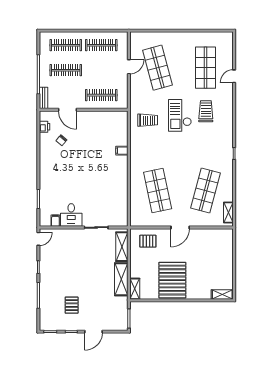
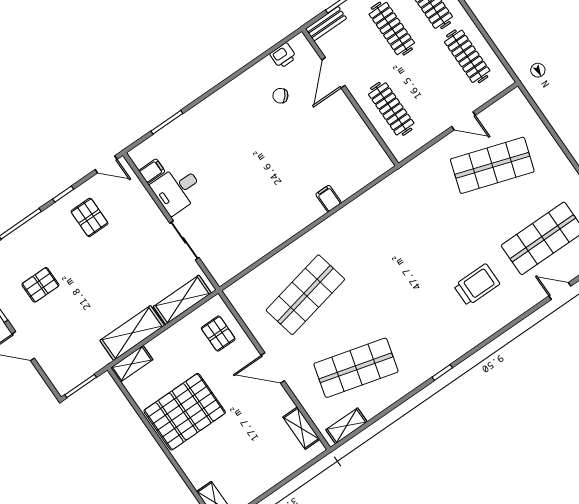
shop shelf: (158, 68) -> (492, 165), turned 33
checkout: (180, 115) -> (443, 250), removed
trolley: (148, 120) -> (402, 206), removed
shelving: (216, 233) -> (301, 428), added
pallet: (57, 263) -> (89, 217), added

